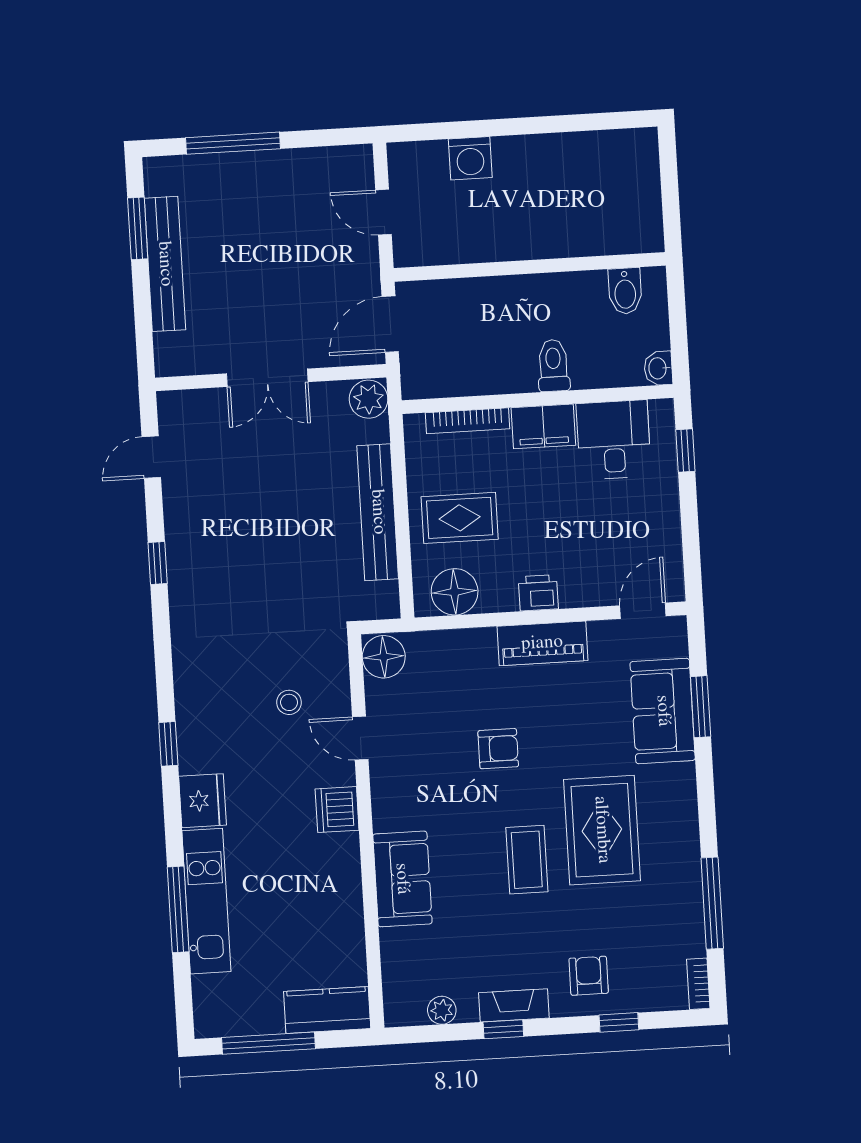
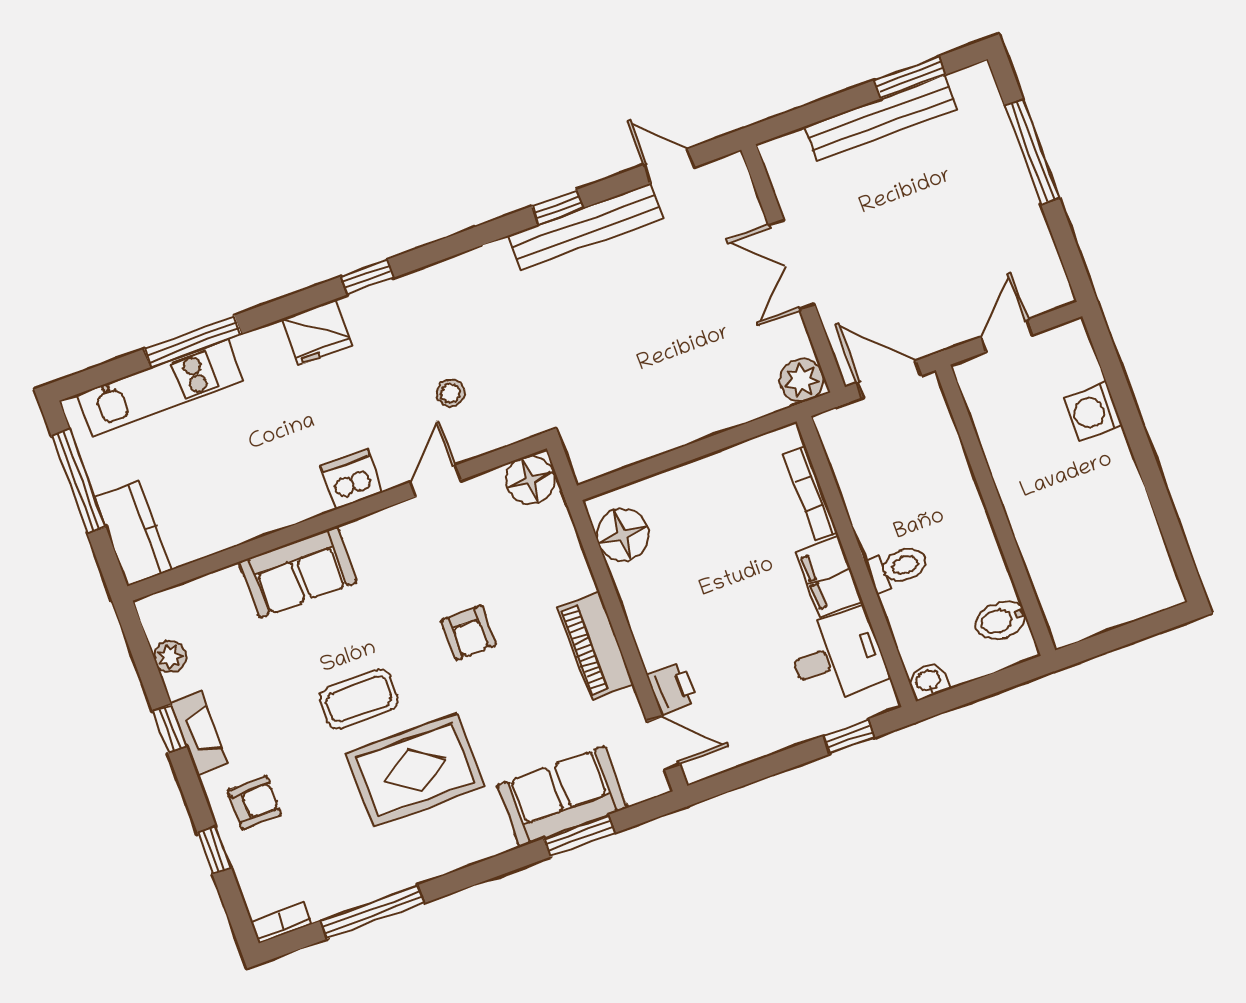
bench: (378, 512) -> (585, 227), moved
rug: (460, 518) -> (704, 516), removed
printer: (538, 593) -> (672, 689), moved
kitchen unit: (206, 901) -> (160, 387), moved

